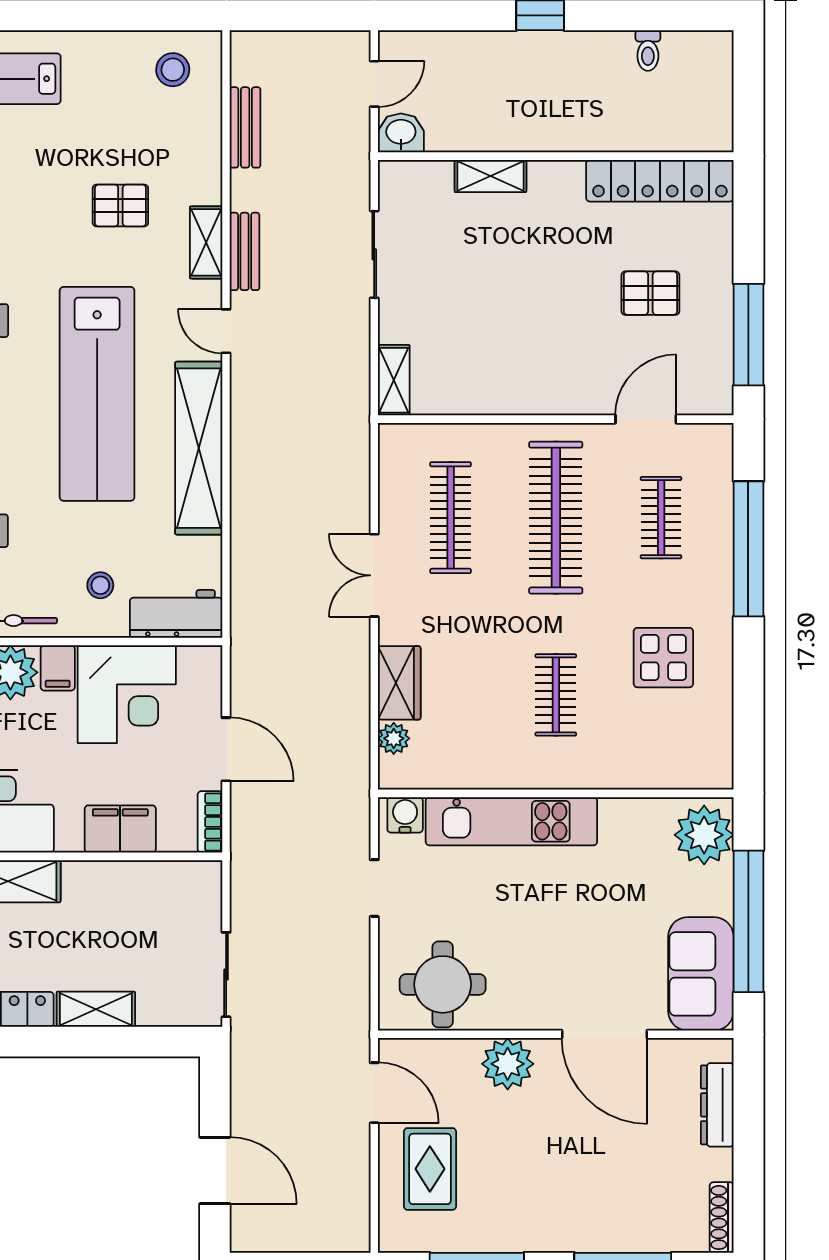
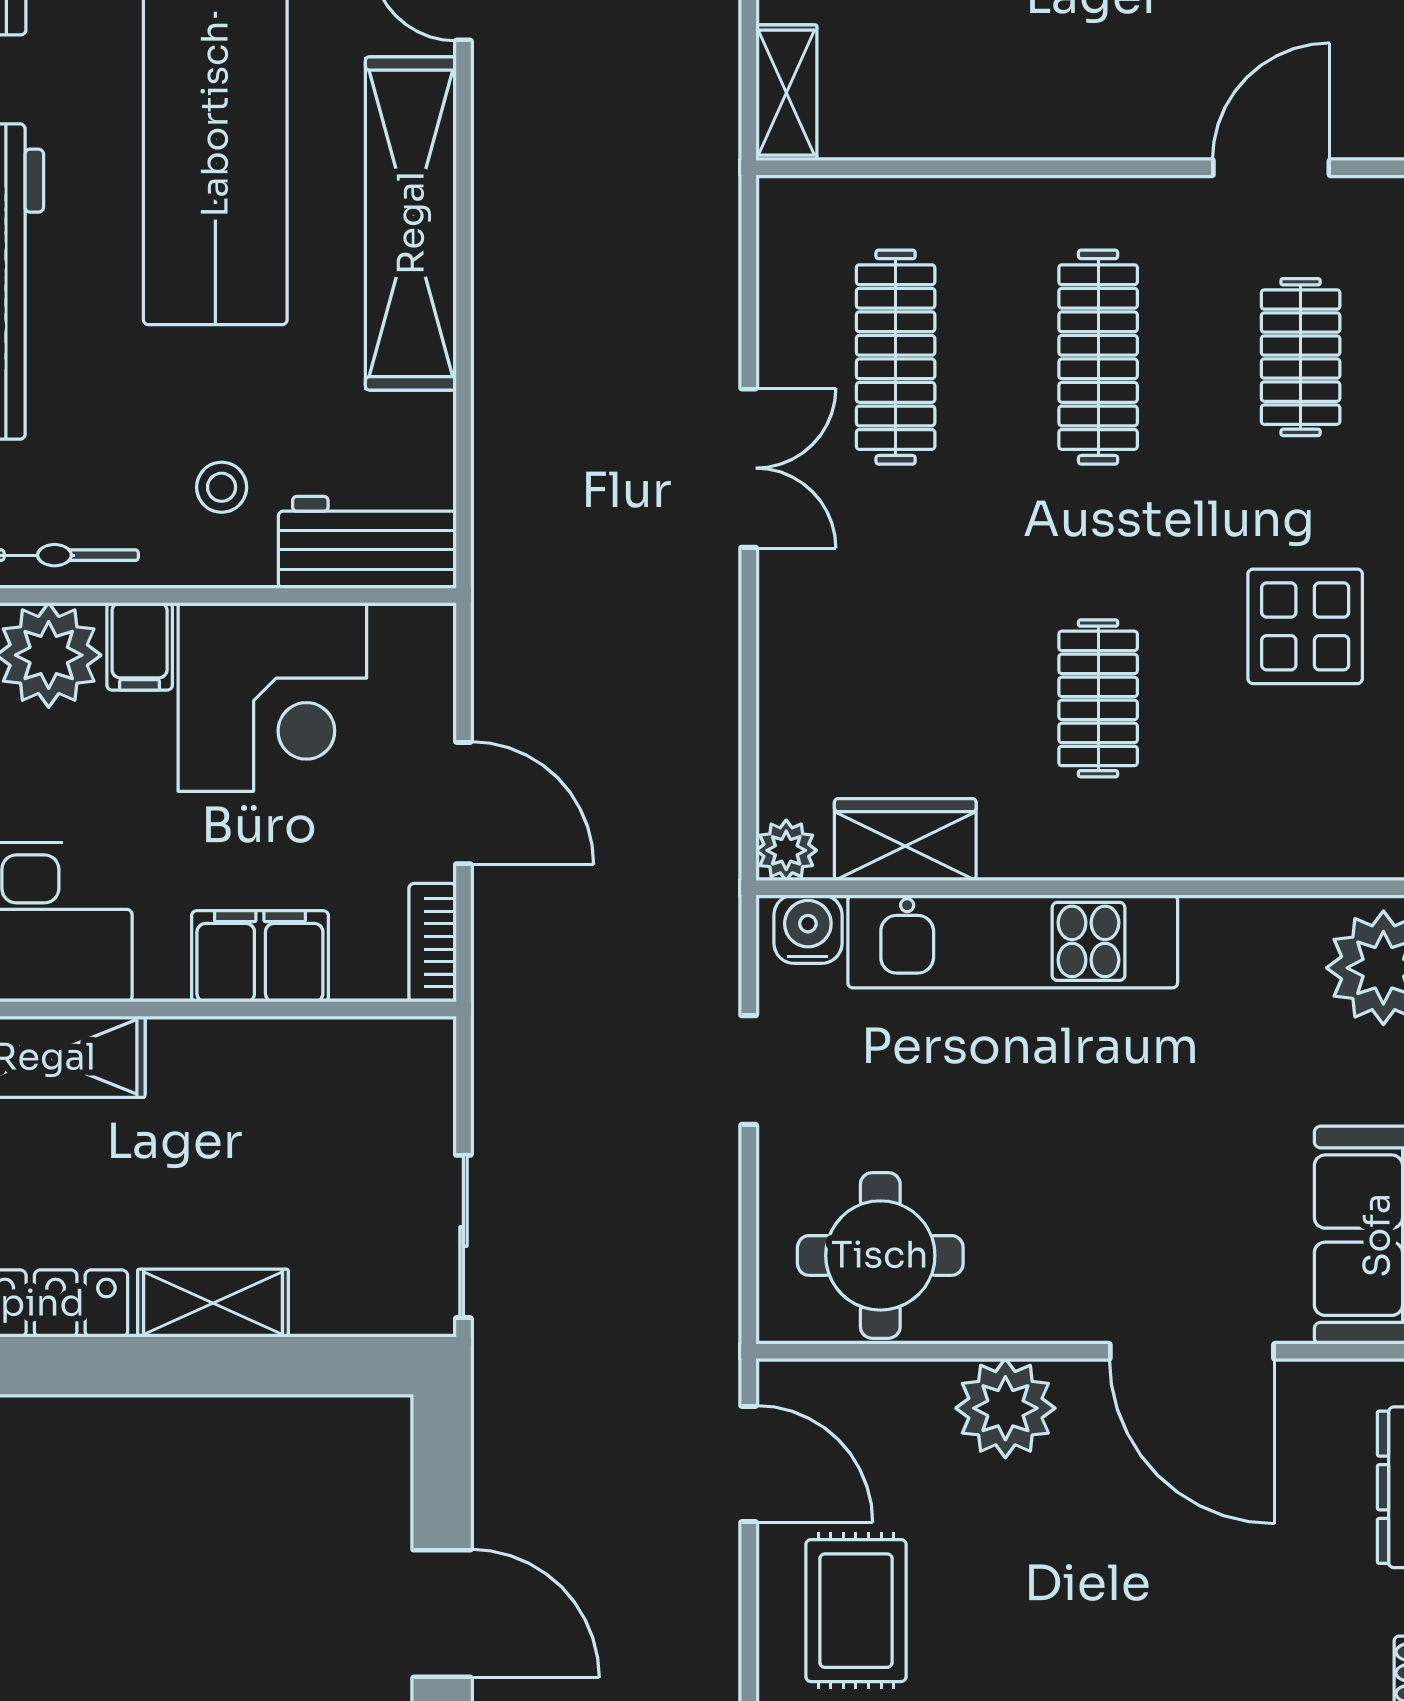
clothes rail: (556, 518) -> (1098, 357), width x0.73, depth x0.76
double door: (374, 575) -> (749, 468), swing flipped
wardrobe: (399, 683) -> (905, 840), moved, turned -90
plant: (394, 738) -> (786, 850), moved

